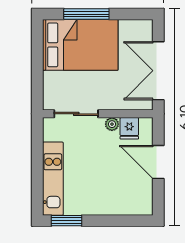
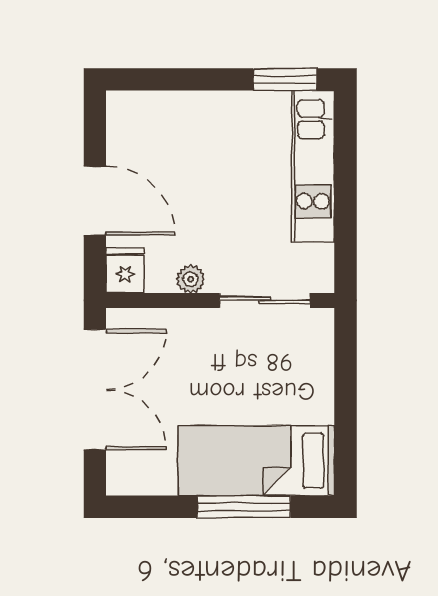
bed: (80, 45) -> (256, 461), width x0.67
fridge: (129, 128) -> (125, 270), moved

